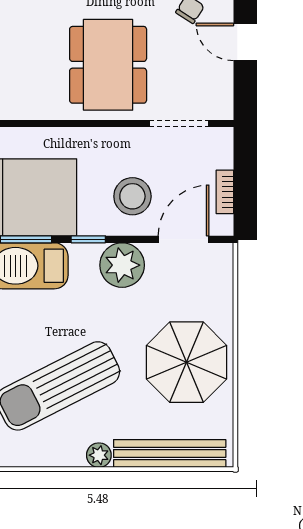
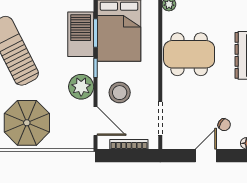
dining table: (108, 65) -> (189, 54), moved
bookcase: (225, 192) -> (129, 144), width x1.56

